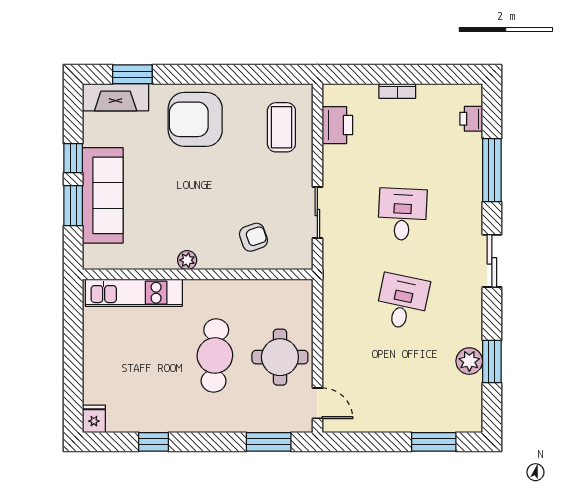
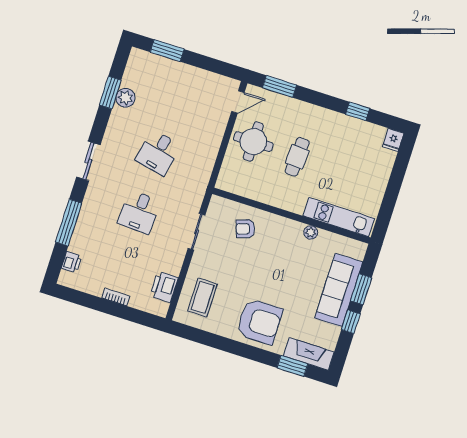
plant: (187, 260) -> (311, 232), moved
cafe table: (215, 355) -> (297, 157), width x0.73, depth x0.74
door: (317, 403) -> (238, 102), swing flipped

